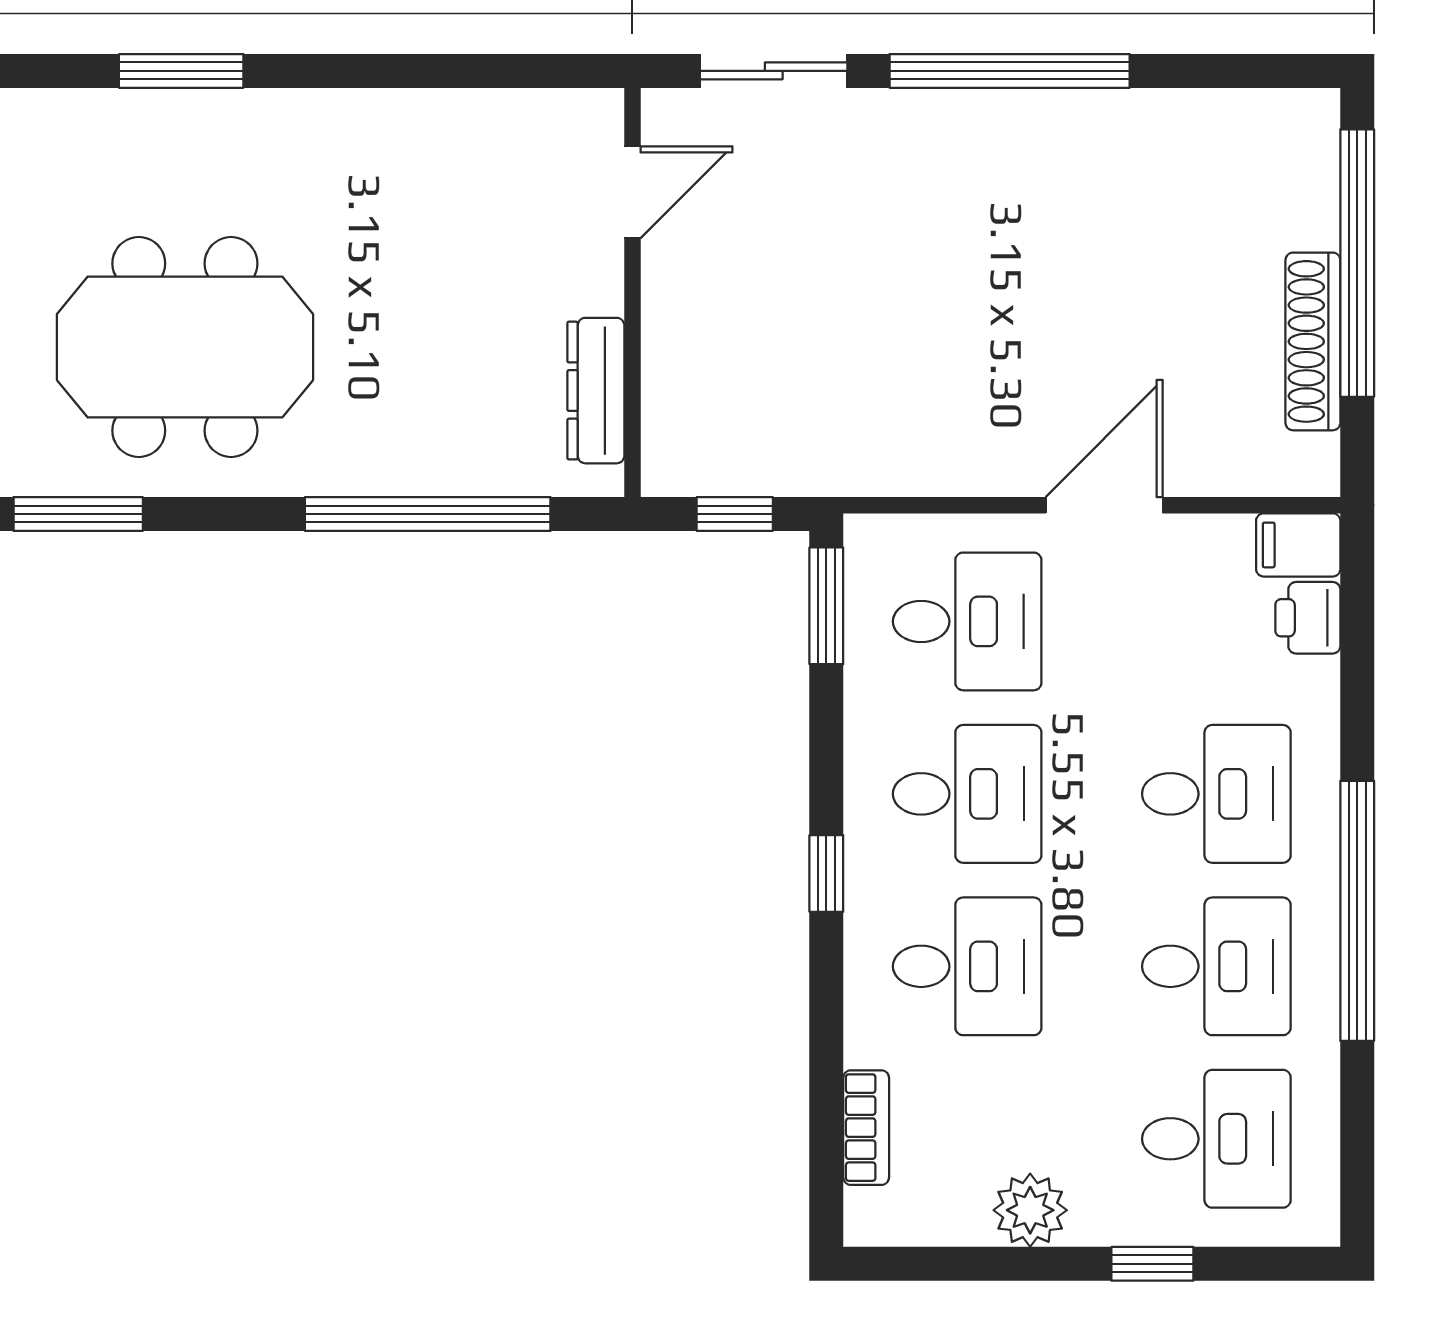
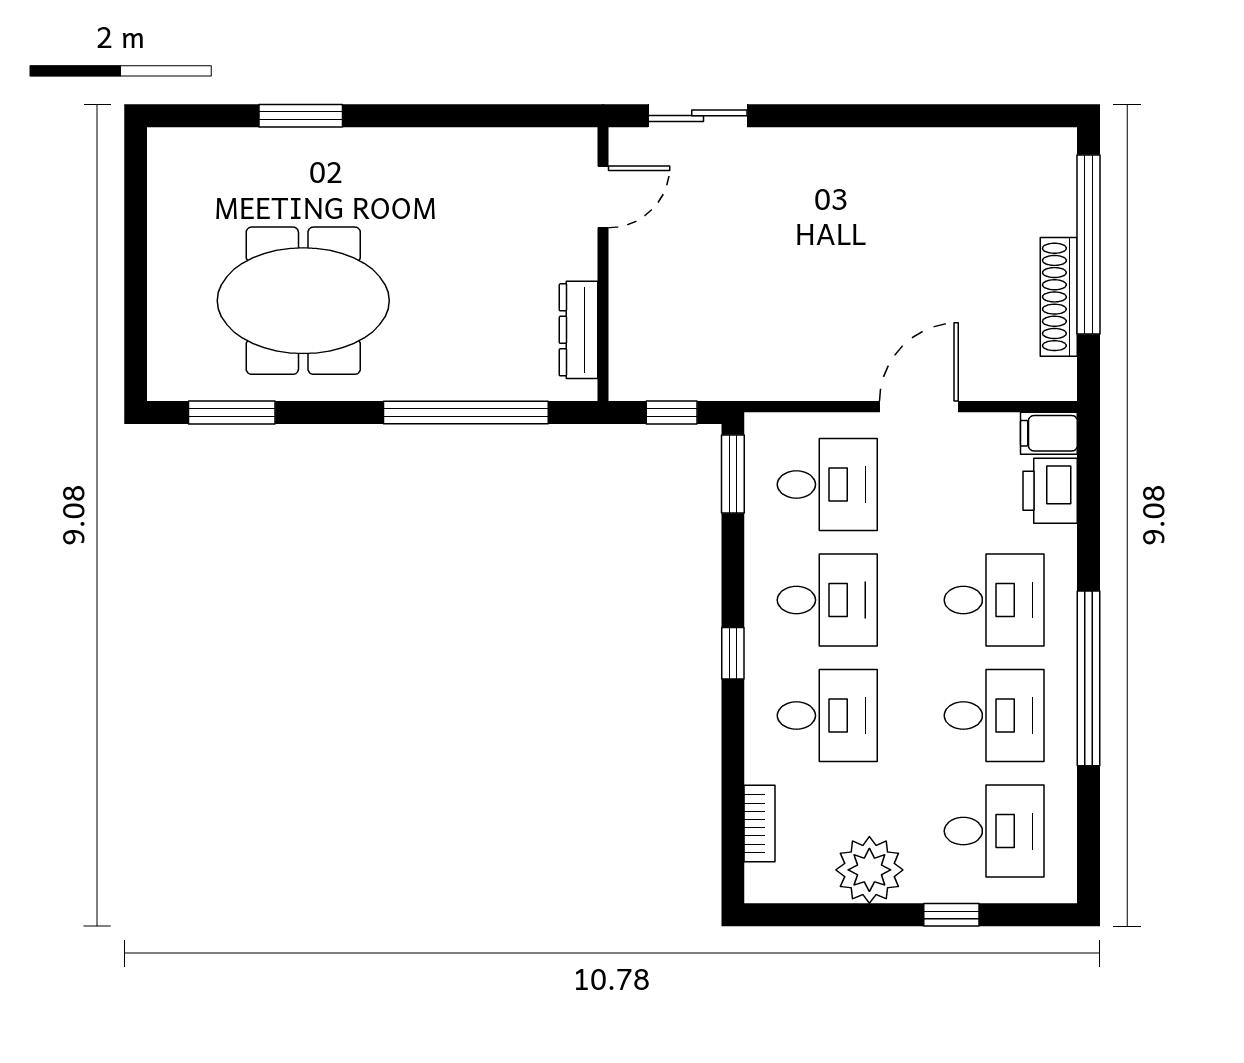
window: (1010, 71) -> (856, 116), removed
printer: (1308, 618) -> (1050, 491), width x1.36, depth x1.24
plant: (1030, 1210) -> (869, 870), width x1.36, depth x1.36

